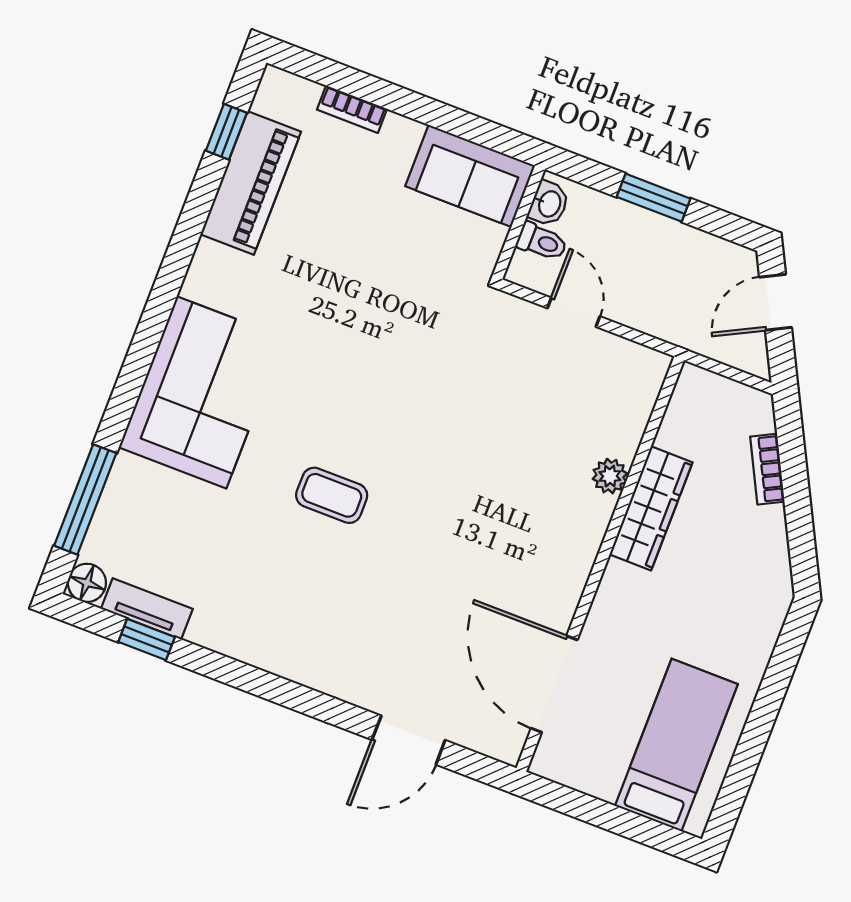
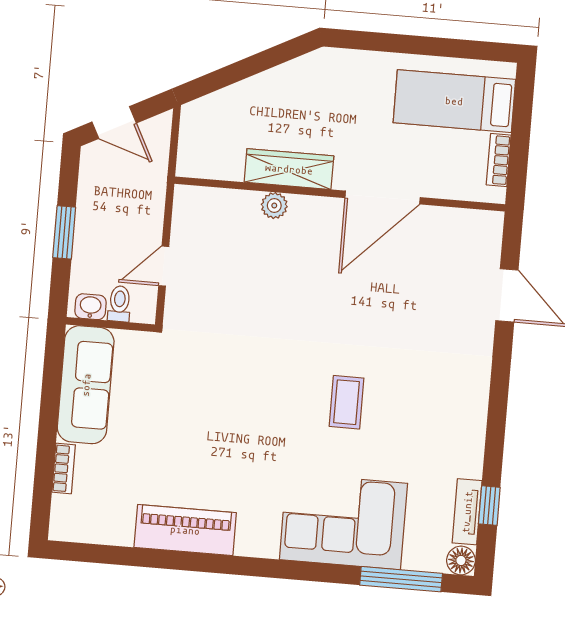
window: (226, 132) -> (106, 554), removed
sofa: (470, 176) -> (86, 385), width x1.36
piano: (251, 183) -> (185, 530), moved
corner sofa: (201, 392) -> (343, 521), moved
bookcase: (767, 469) -> (499, 160), moved, turned 117
door: (554, 684) -> (383, 198), moved

